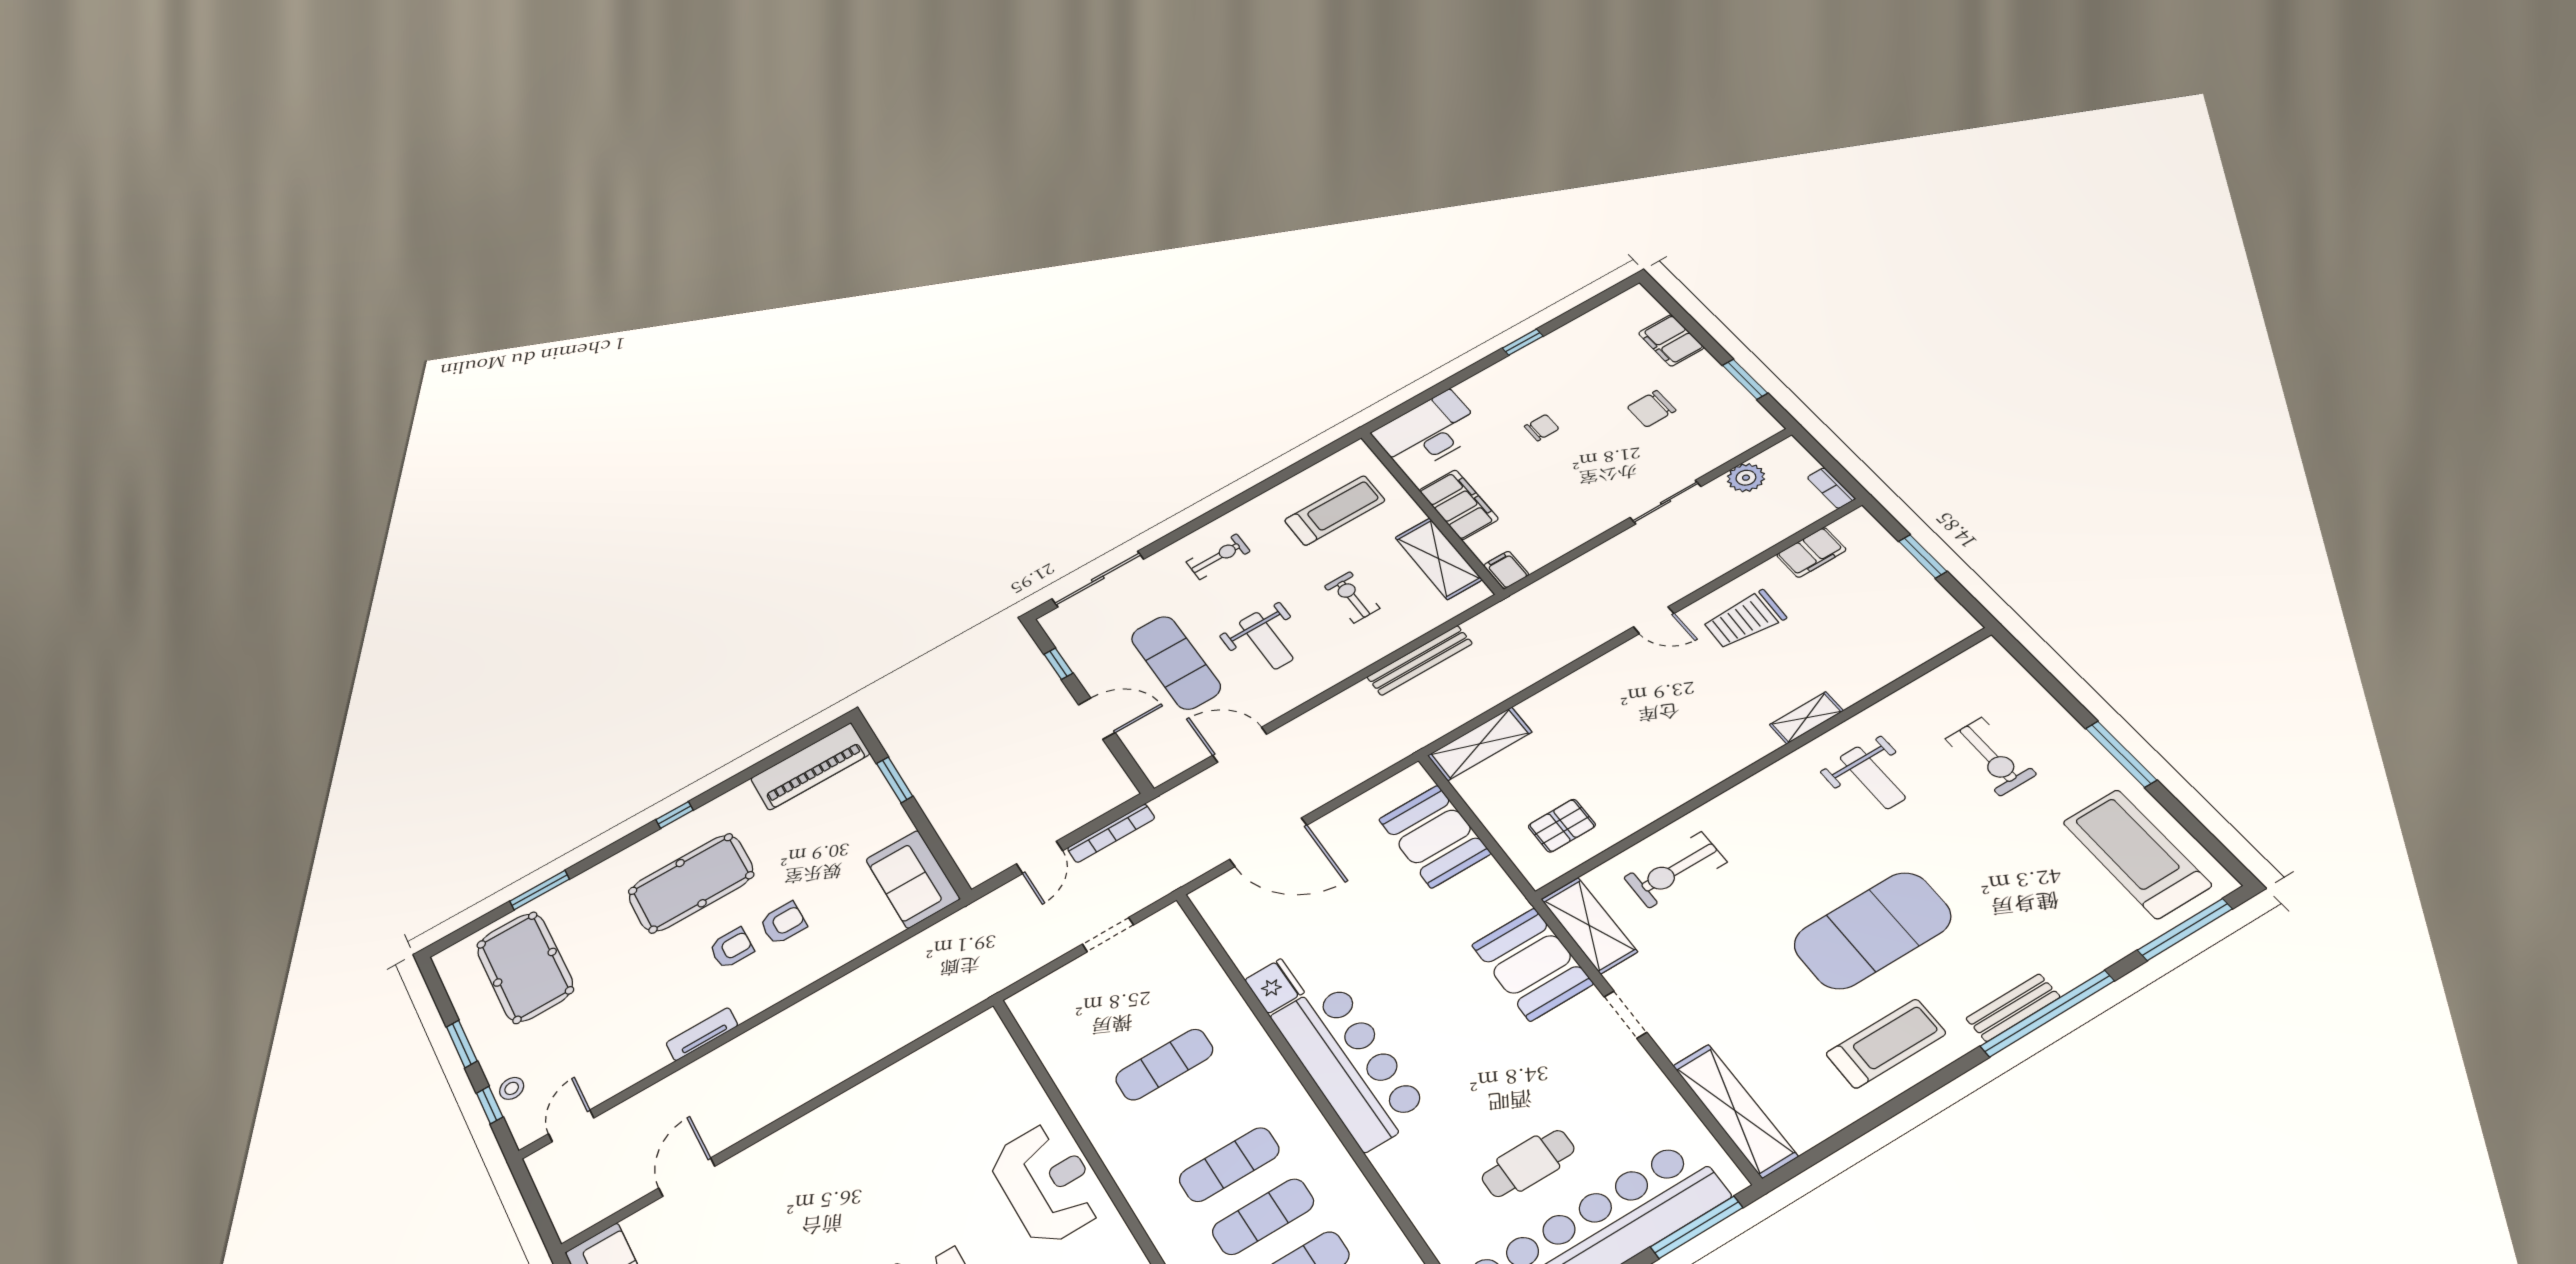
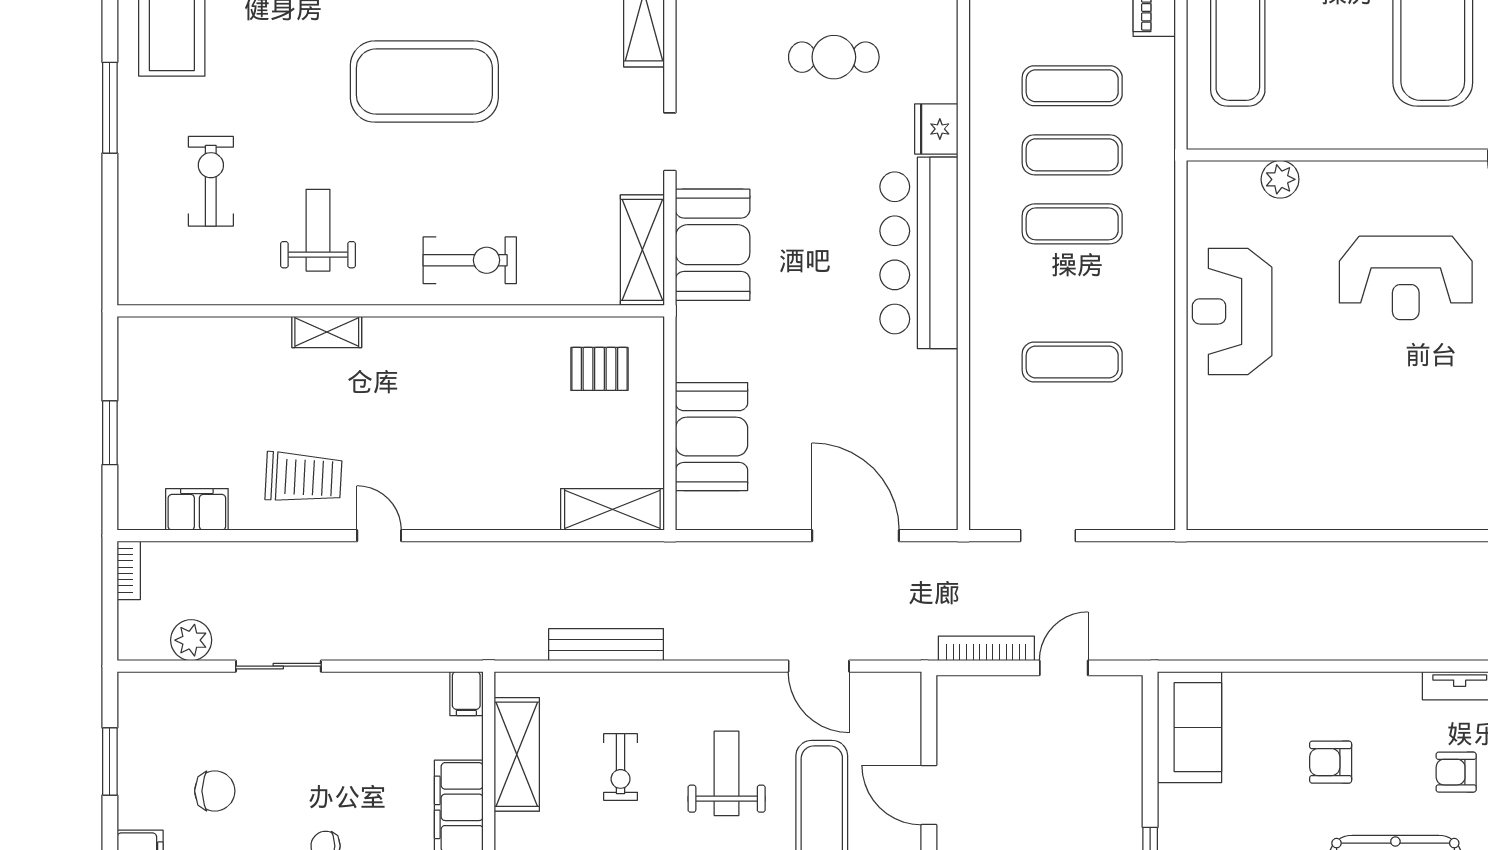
exercise bike: (1675, 870) -> (470, 260), moved
armchair: (732, 948) -> (1456, 772), moved
fridge: (1274, 986) -> (936, 129), moved

